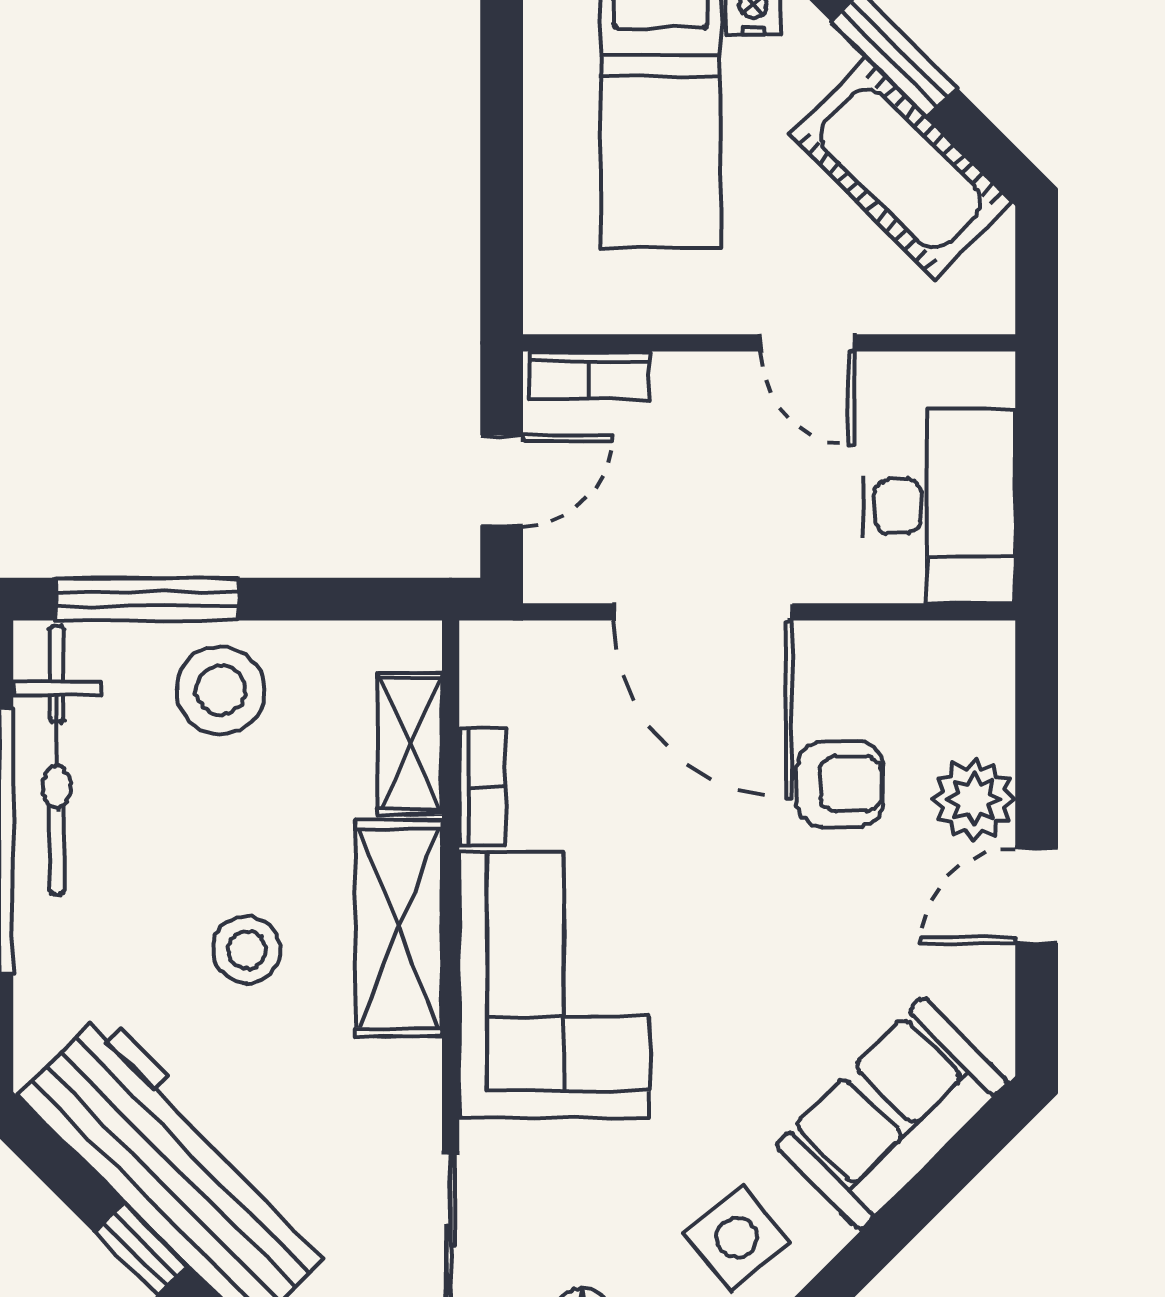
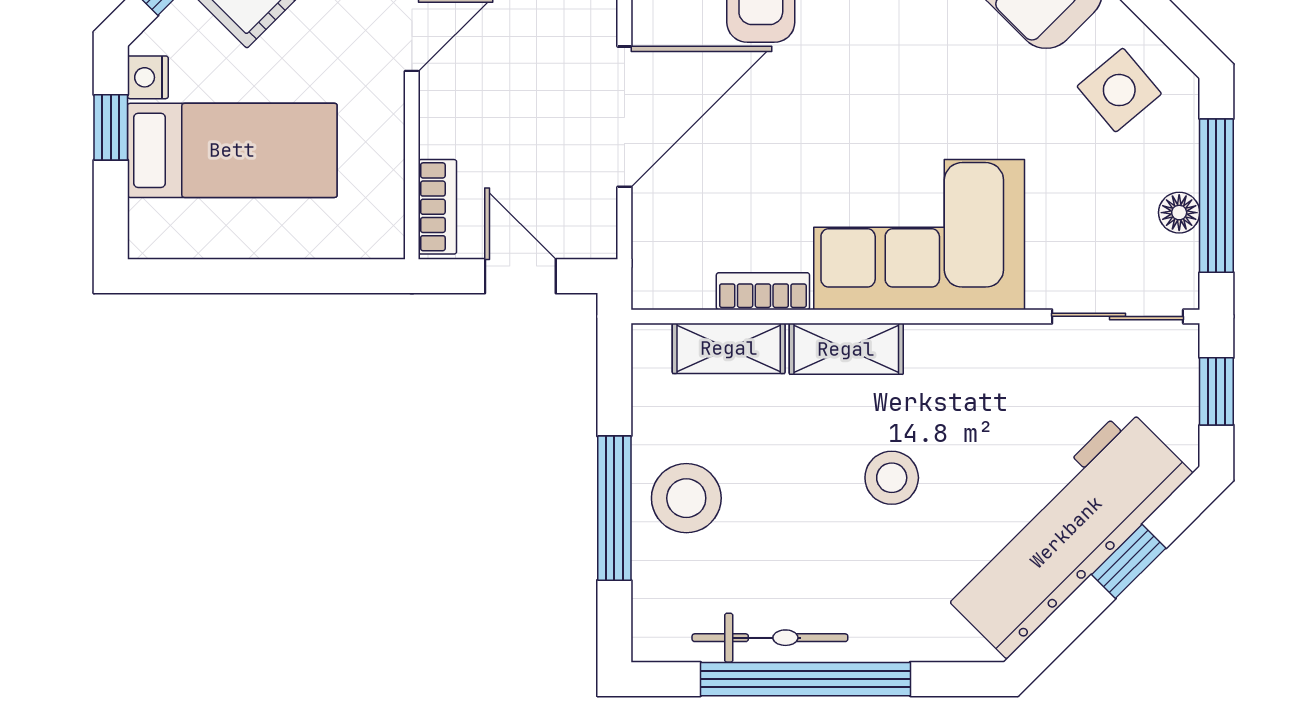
window: (147, 599) -> (614, 508), moved
bicycle: (57, 760) -> (770, 638), width x0.73, depth x0.71
shelving: (399, 928) -> (846, 349), width x0.67, depth x0.75

